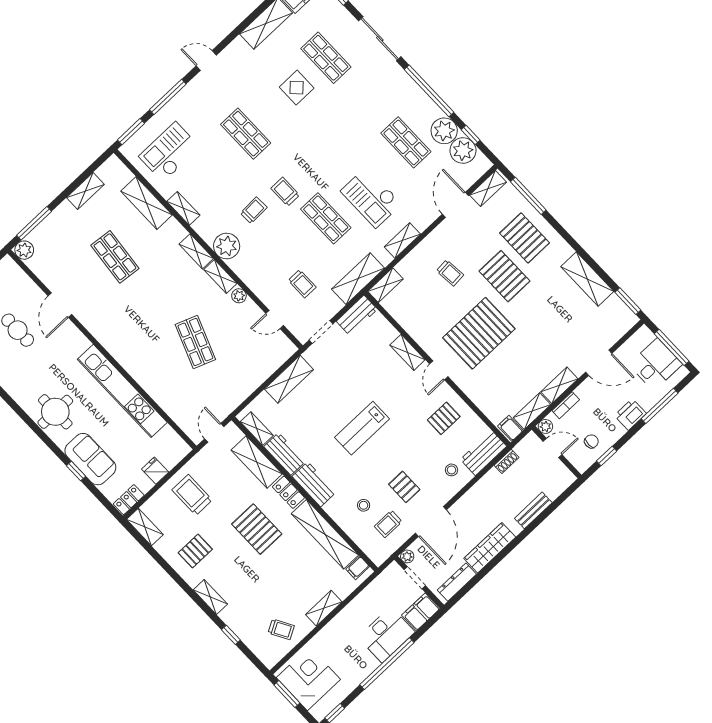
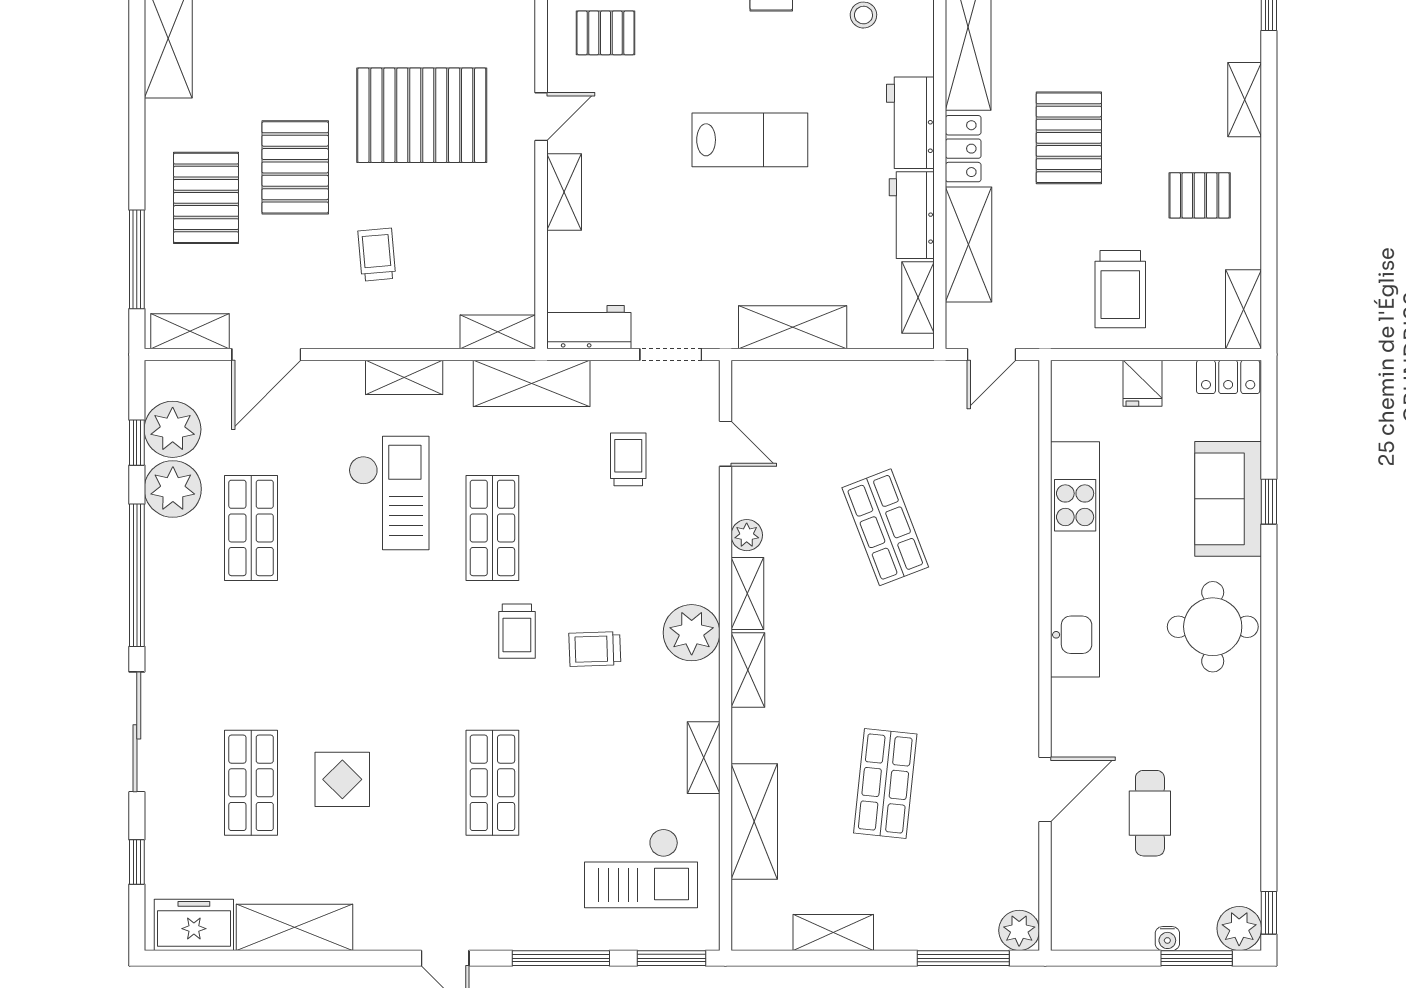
shop shelf: (195, 342) -> (885, 527), turned -42

